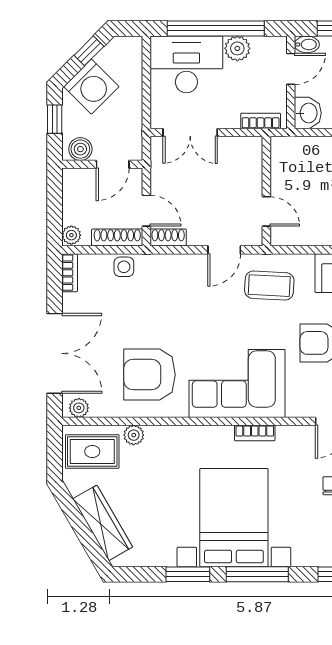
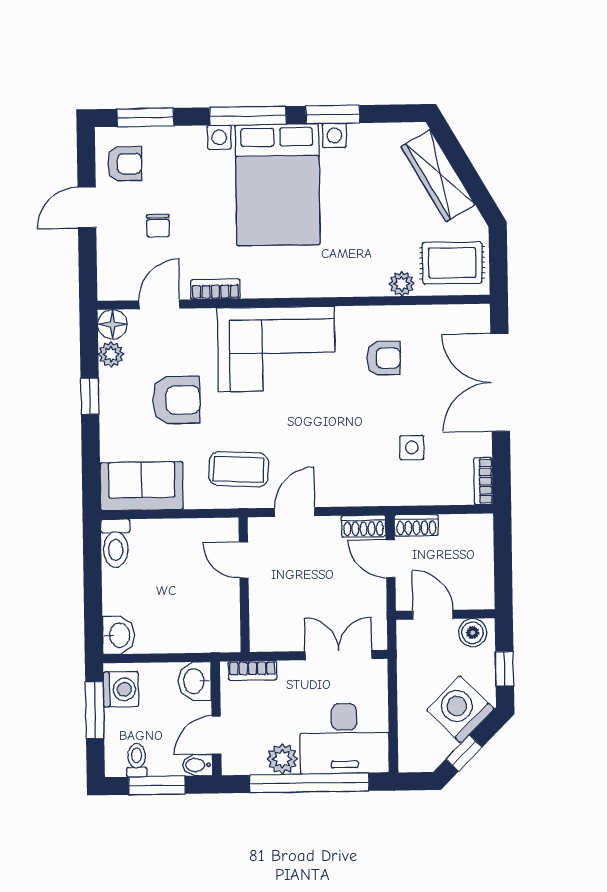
door: (113, 164) -> (433, 615), hinge flipped
plant: (71, 235) -> (482, 527), removed
shoe rack: (117, 238) -> (416, 525), width x0.70
side table: (124, 267) -> (412, 448), moved
armchair: (149, 375) -> (384, 358), width x0.53, depth x0.53
plant: (79, 408) -> (469, 316), removed
bookcase: (255, 433) -> (215, 289), moved

